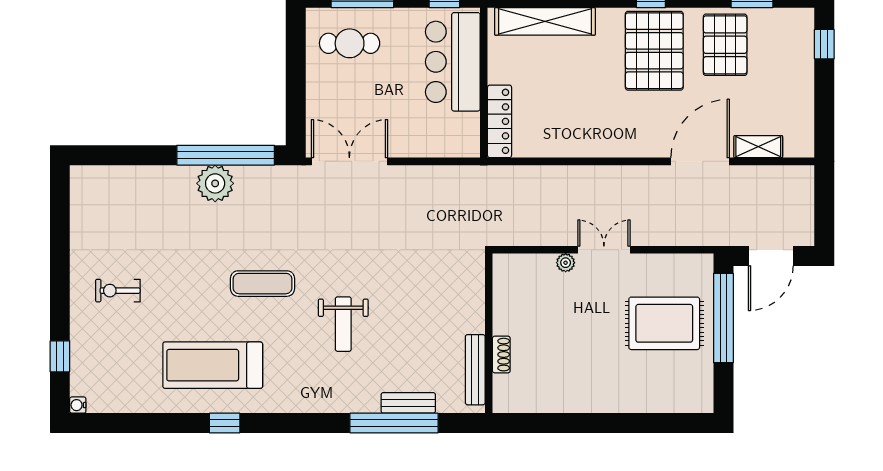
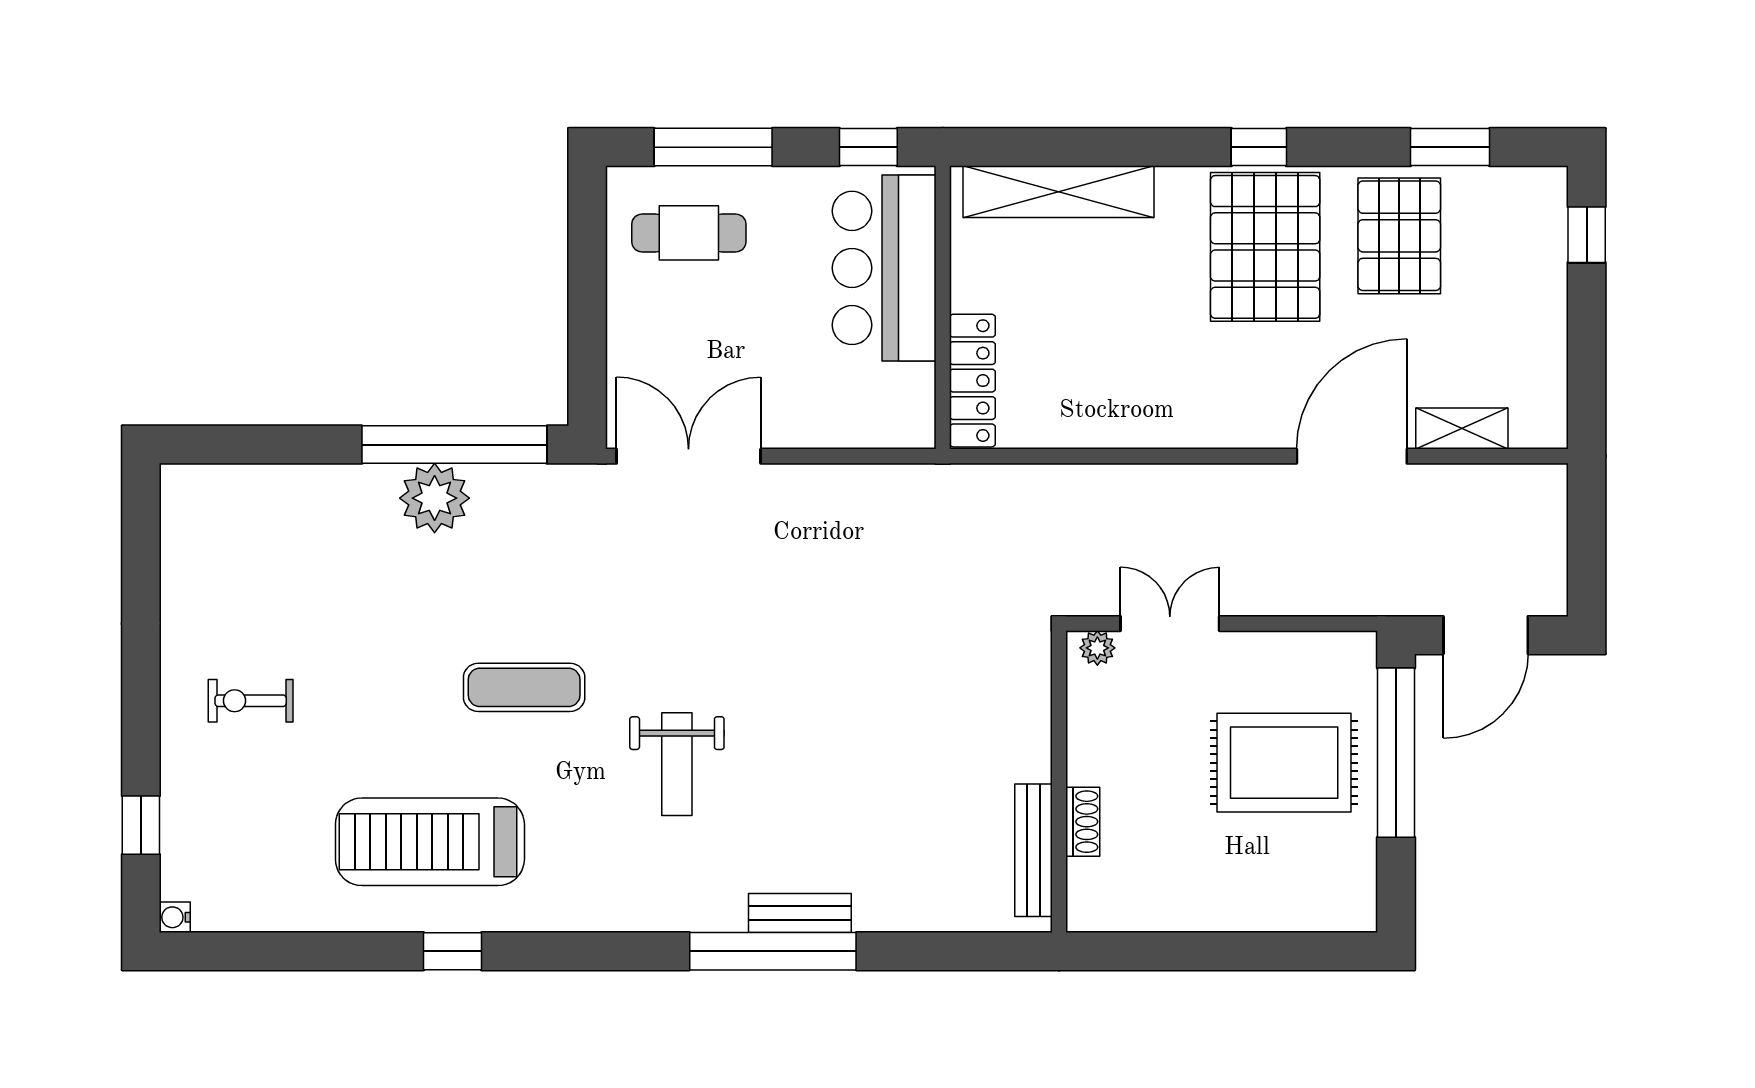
wall: (489, 333) -> (1059, 782), moved
shoe rack: (501, 355) -> (1083, 822), moved
bench: (475, 370) -> (1033, 850), moved

